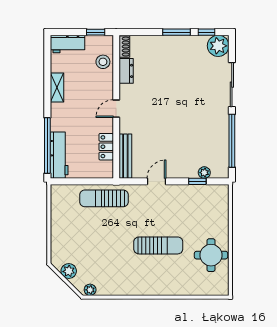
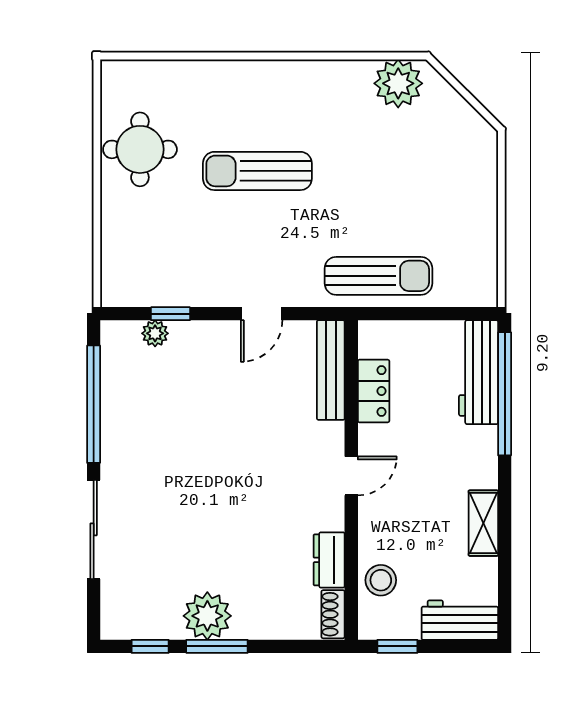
plant: (218, 46) -> (207, 616), moved
plant: (69, 271) -> (457, 114), removed
plant: (90, 290) -> (398, 83), width x1.88, depth x1.88

